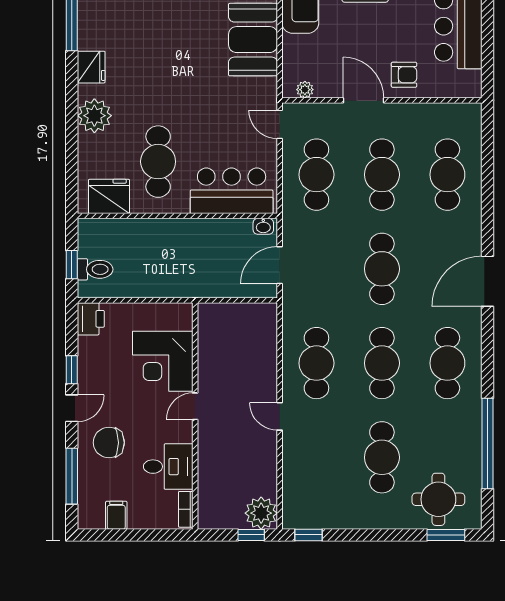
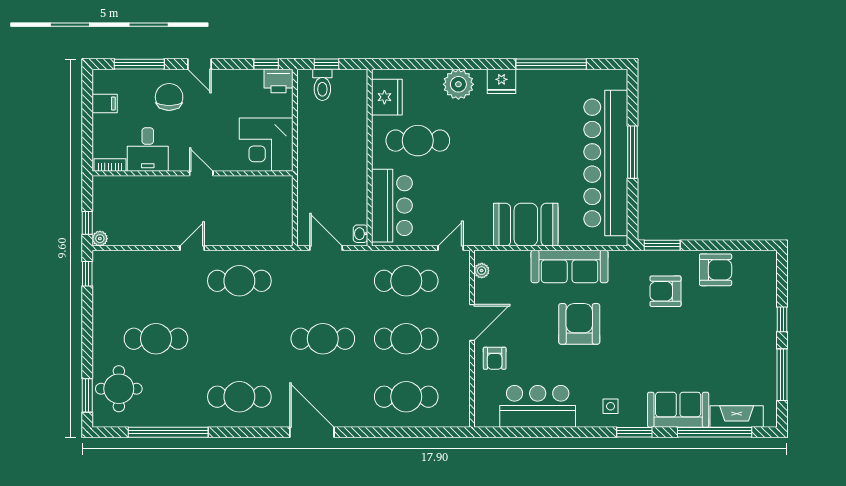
corner desk: (163, 361) -> (266, 145), moved, turned -90
cafe table: (382, 363) -> (239, 339), removed
window: (72, 370) -> (266, 64), moved
plant: (261, 513) -> (100, 239), width x0.53, depth x0.53

